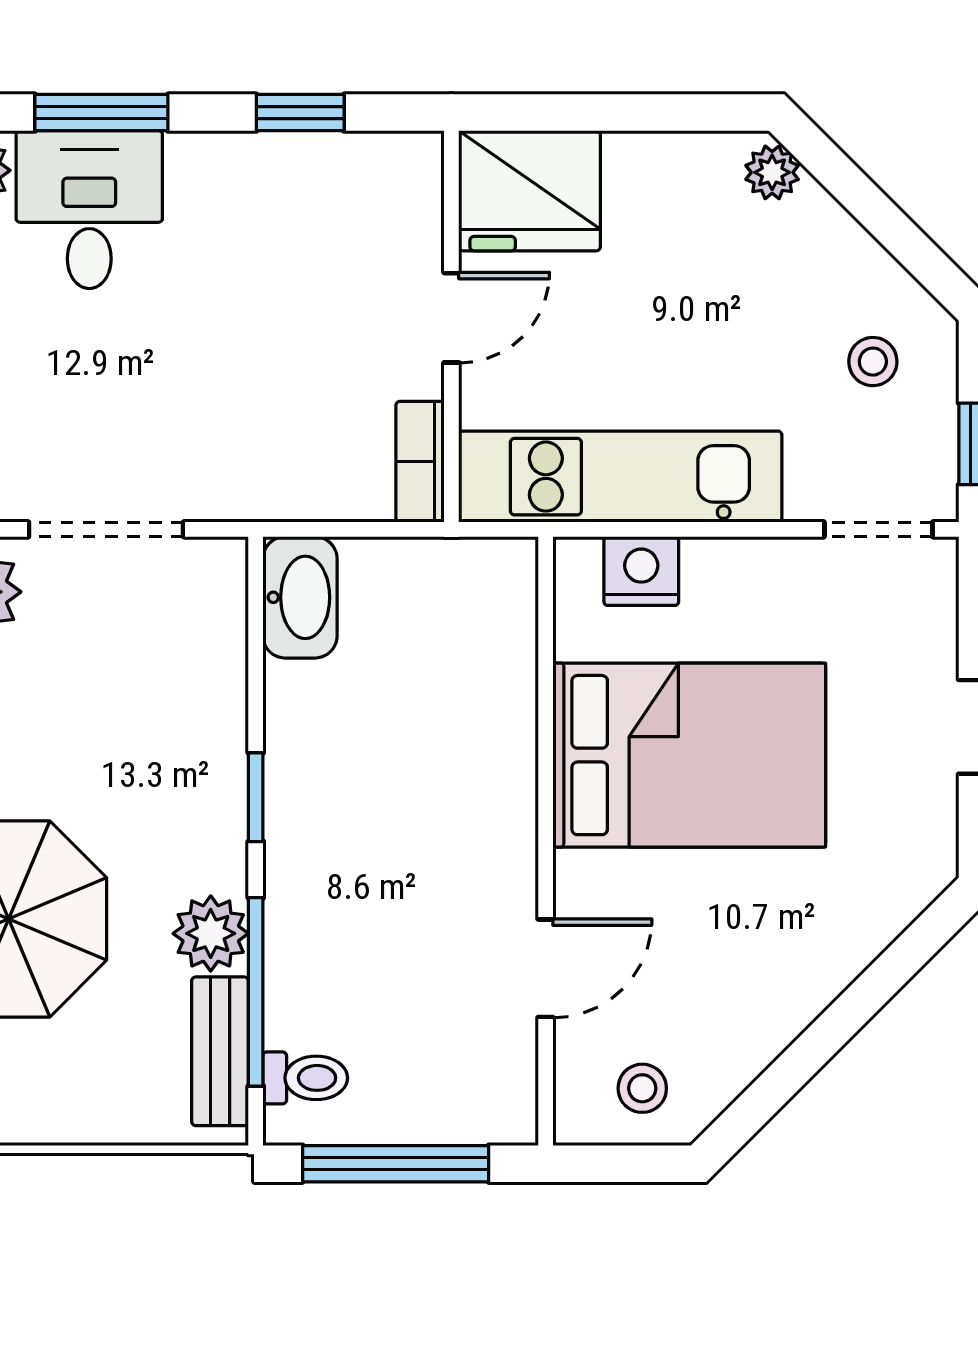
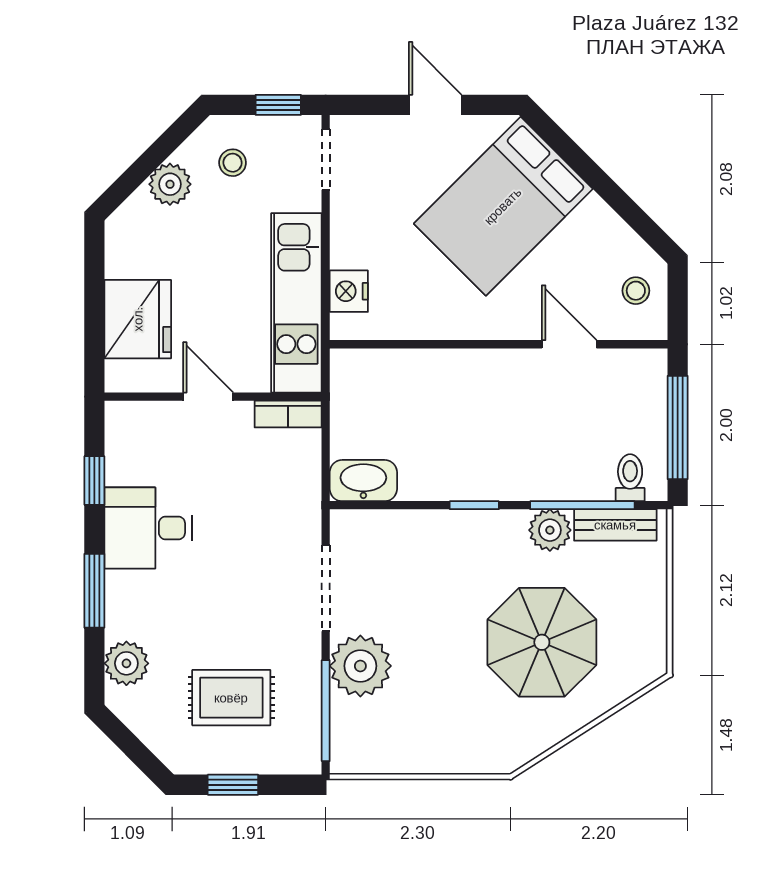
plant: (772, 172) -> (170, 184), moved, width x1.38, depth x1.38
fridge: (530, 191) -> (138, 319), moved
desk: (89, 210) -> (148, 528), moved
bed: (689, 755) -> (503, 206), moved, turned -135

